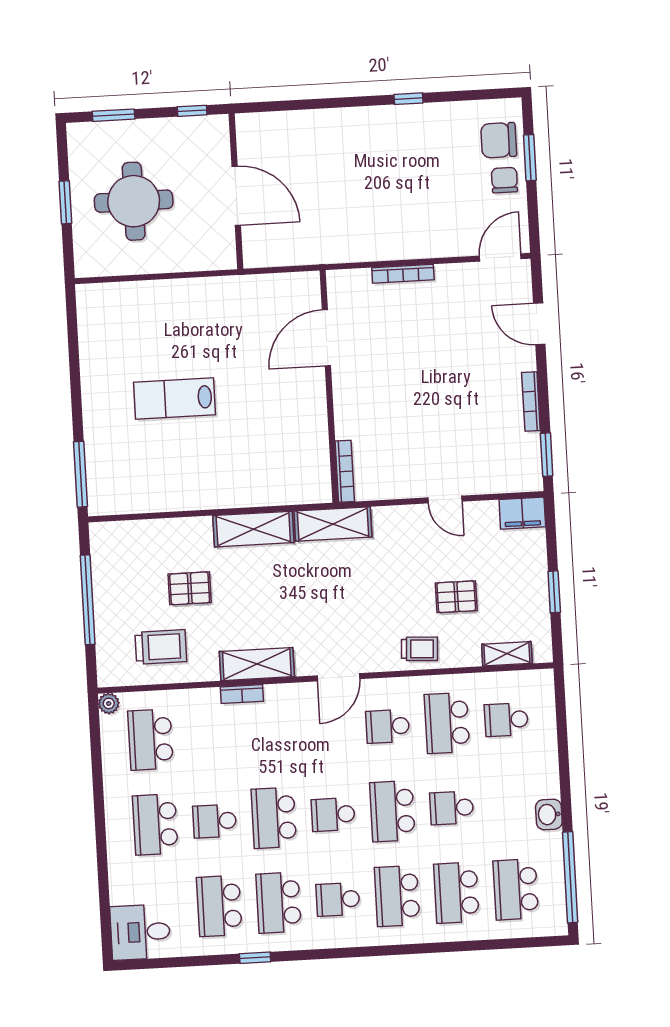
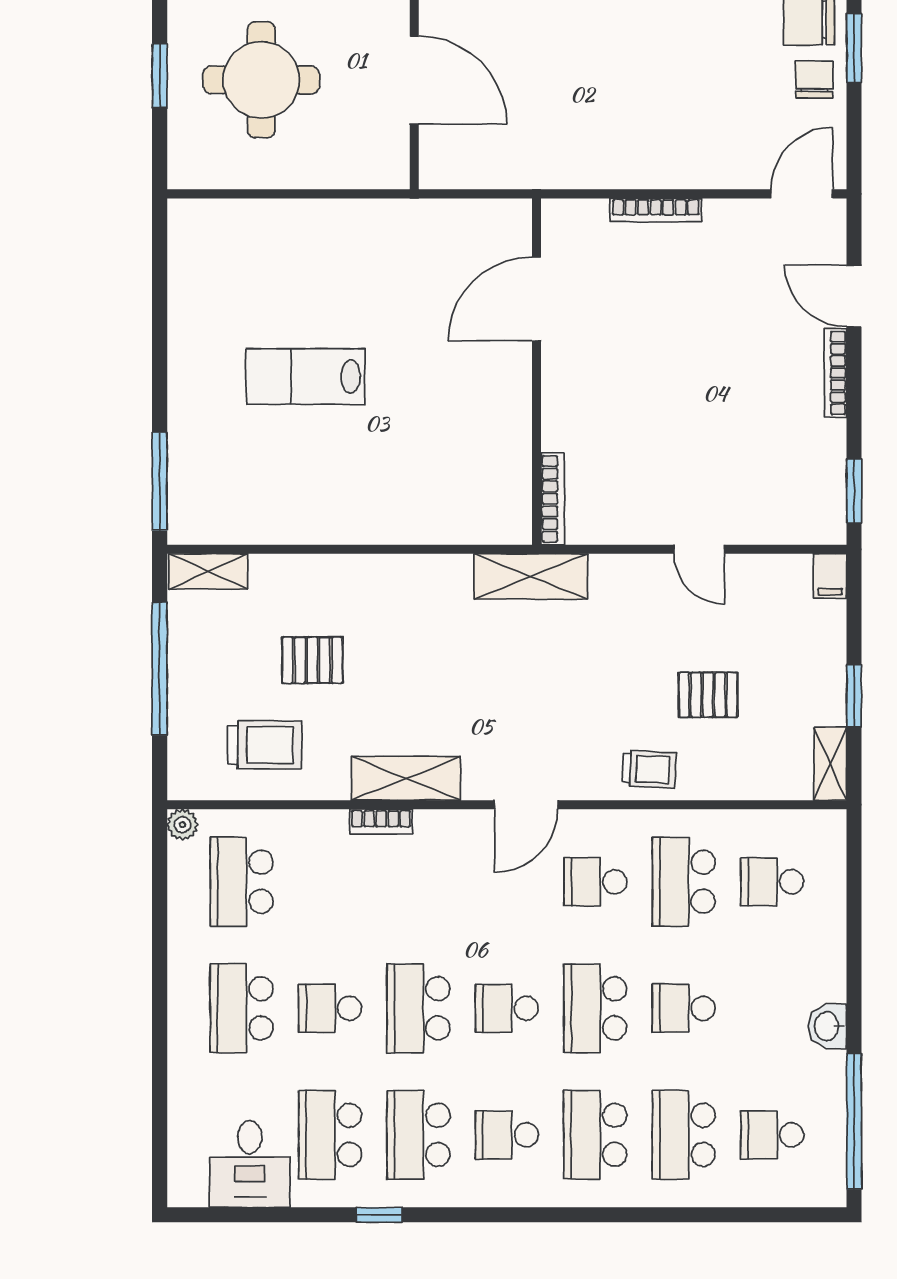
bookcase: (531, 402) -> (835, 373), moved
filing cabinet: (522, 513) -> (830, 576), width x0.50
shelving: (253, 529) -> (208, 571), moved, width x0.67, depth x0.75
shelving: (507, 654) -> (830, 764), moved, turned 90
school desk: (516, 889) -> (772, 1135), width x0.54
desk: (140, 932) -> (250, 1164), moved, turned -90

